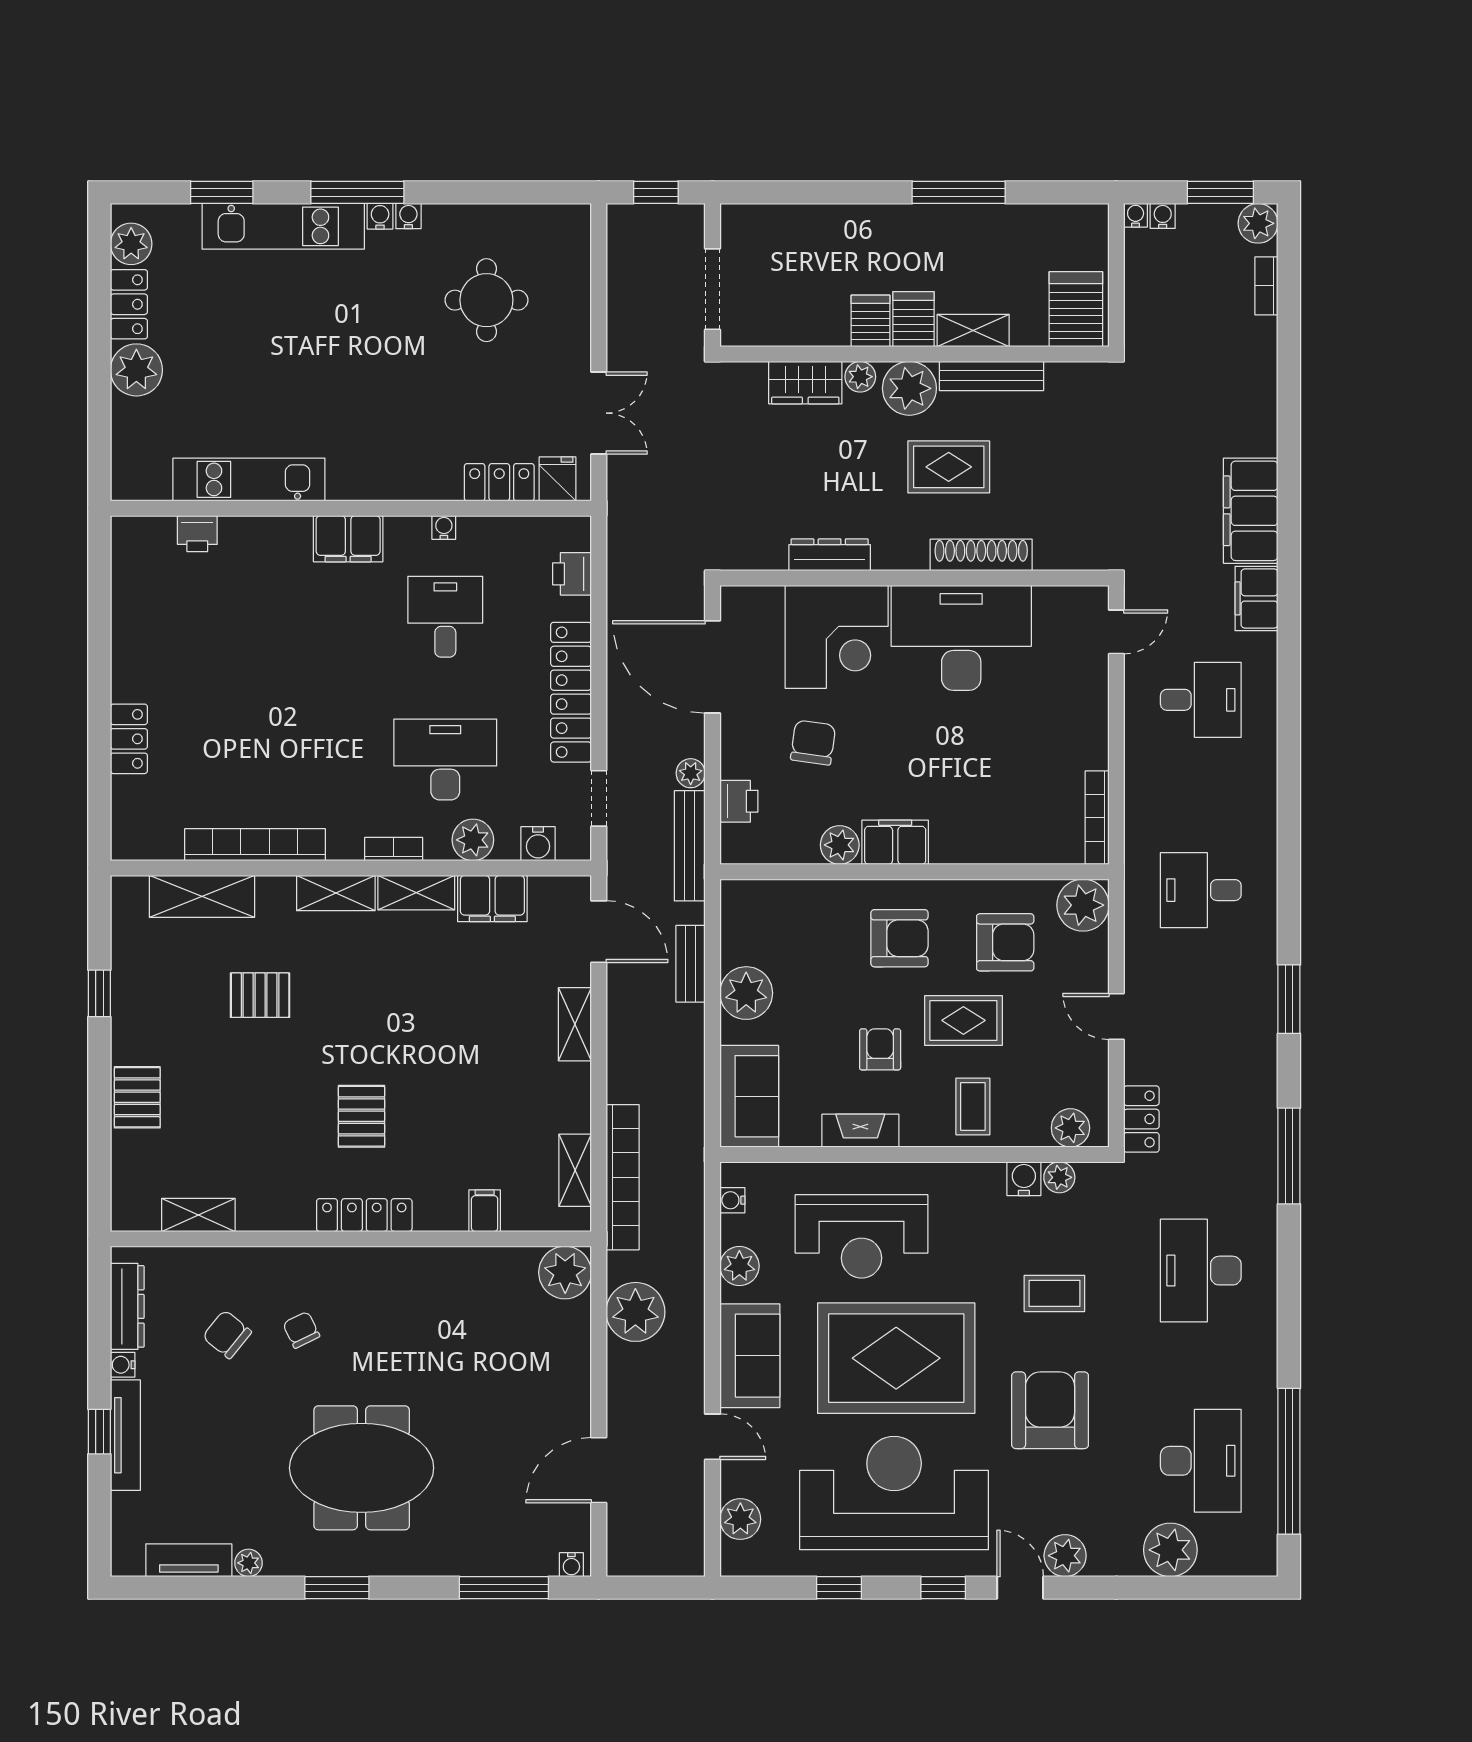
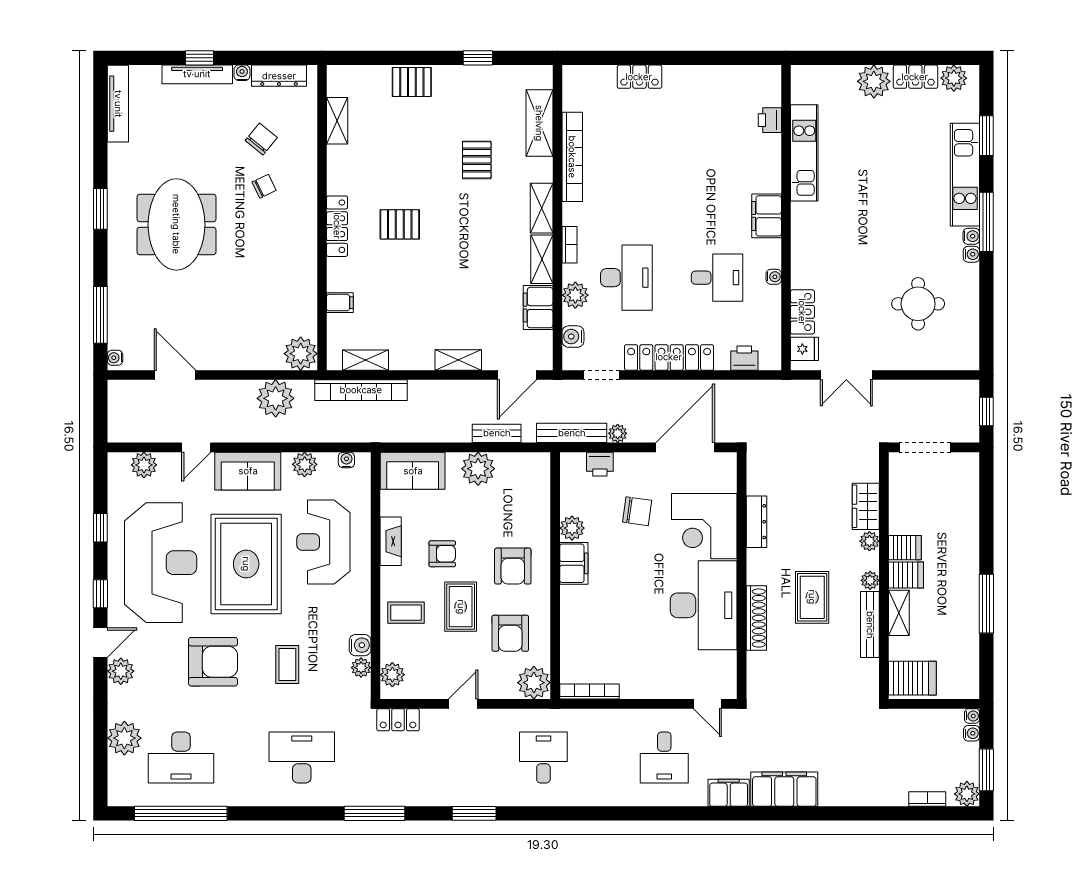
plant: (909, 388) -> (870, 580), width x0.53, depth x0.53
tv unit: (189, 1560) -> (118, 104), width x1.41
plant: (248, 1563) -> (116, 153), removed

